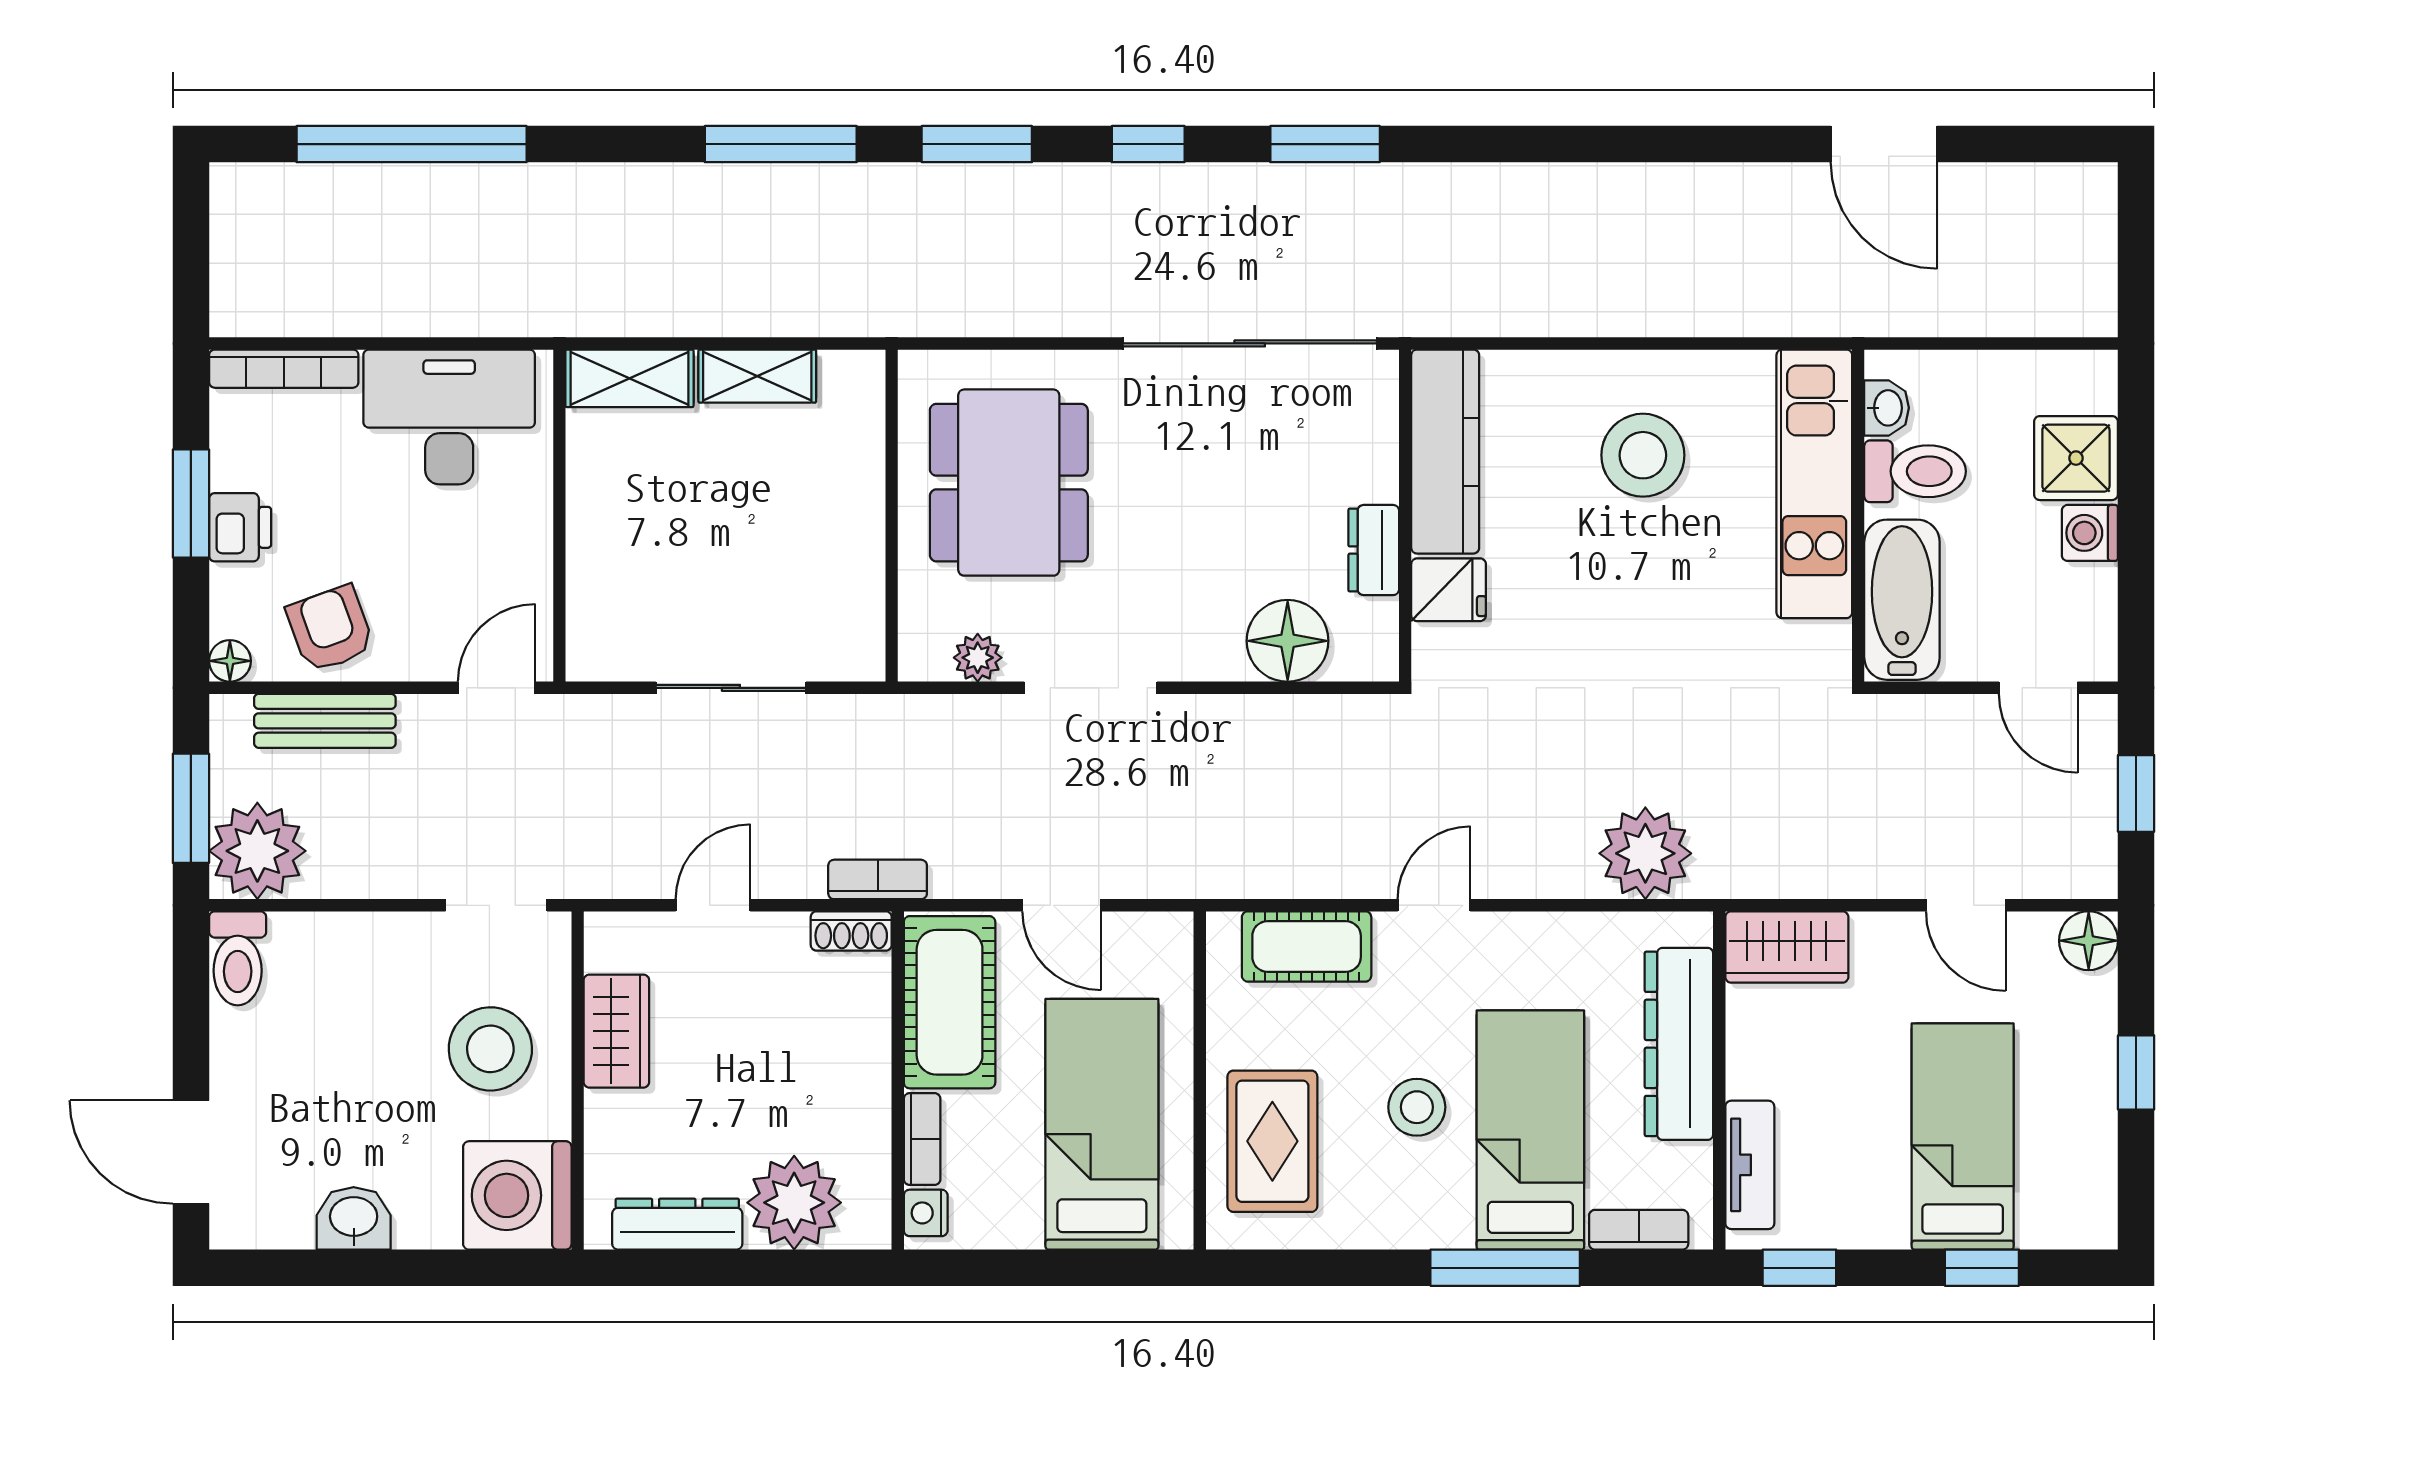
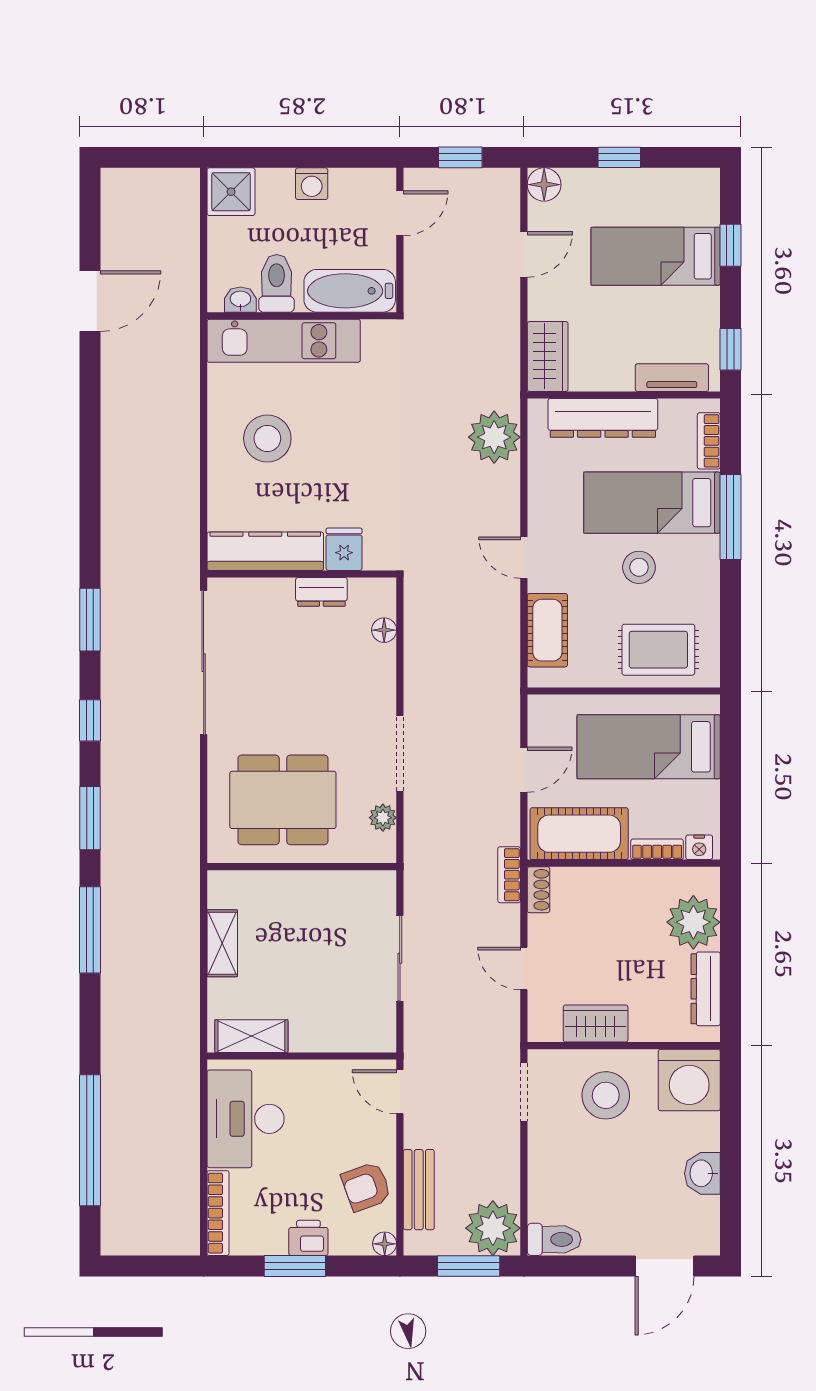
shelving: (629, 378) -> (251, 1036), moved, turned 90
shower: (2076, 458) -> (231, 192), moved
floor lamp: (1288, 641) -> (384, 630), width x0.53, depth x0.53

